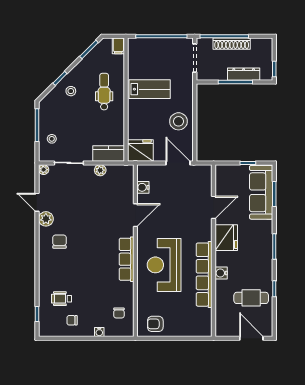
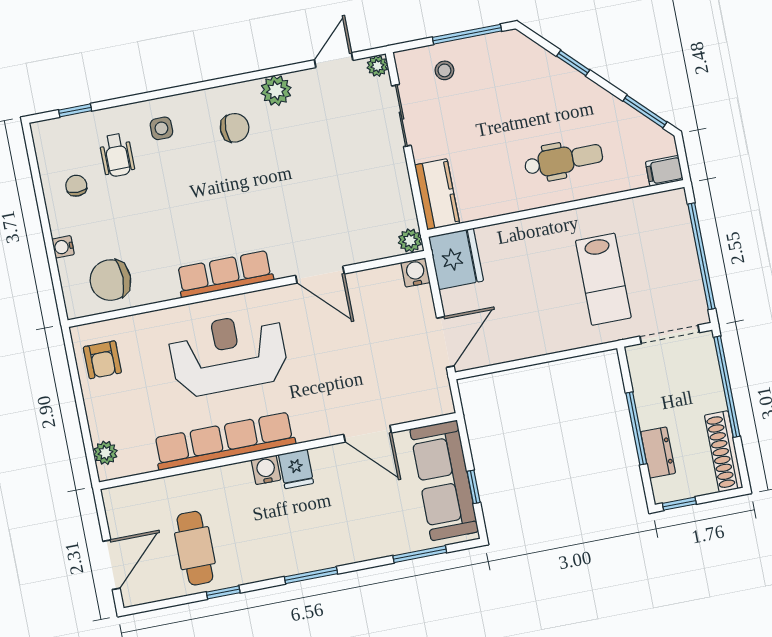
shoe rack: (232, 44) -> (724, 452), moved
dresser: (244, 74) -> (658, 452), width x0.70
lab bench: (150, 89) -> (603, 279), moved
stool: (71, 91) -> (551, 91), removed
stool: (178, 121) -> (532, 326), removed
plant: (100, 170) -> (410, 241), moved
water cooler: (143, 187) -> (416, 272), moved
sofa: (261, 192) -> (444, 480), moved, turned -90
door: (37, 202) -> (334, 60), moved
fridge: (226, 238) -> (296, 469), width x0.53, depth x0.75
water cooler: (221, 273) -> (266, 470), moved
side table: (53, 276) -> (161, 128), added
wheelchair: (61, 299) -> (117, 155), turned 180
chair: (119, 313) -> (110, 280), width x1.87, depth x1.87
armchair: (155, 324) -> (102, 360), turned 180
plant: (199, 331) -> (105, 453), added

